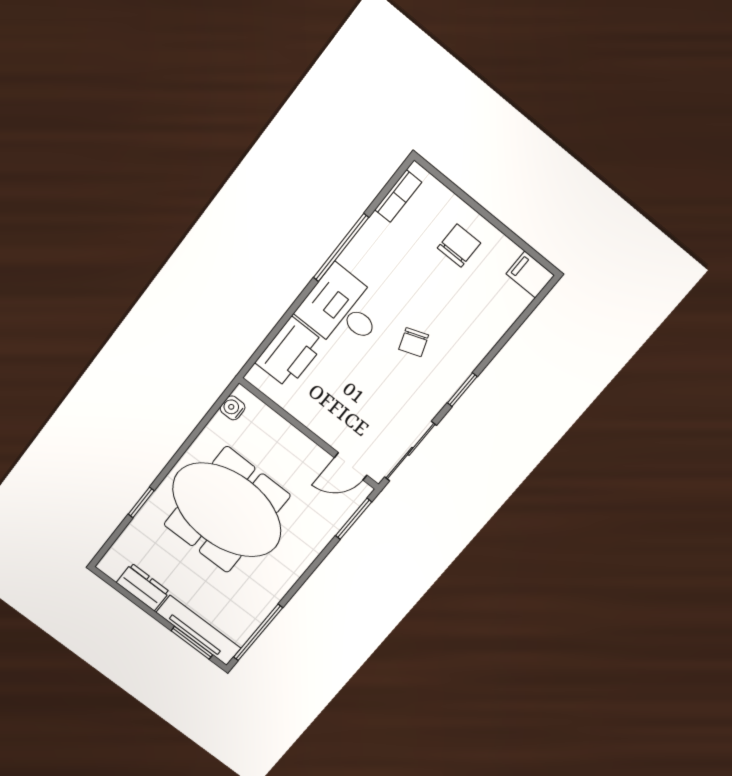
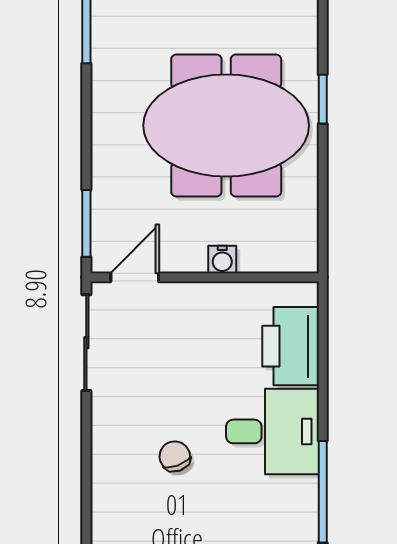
window: (462, 390) -> (86, 448), removed
water cooler: (233, 408) -> (222, 260), moved, turned 90
window: (141, 502) -> (323, 99), moved

